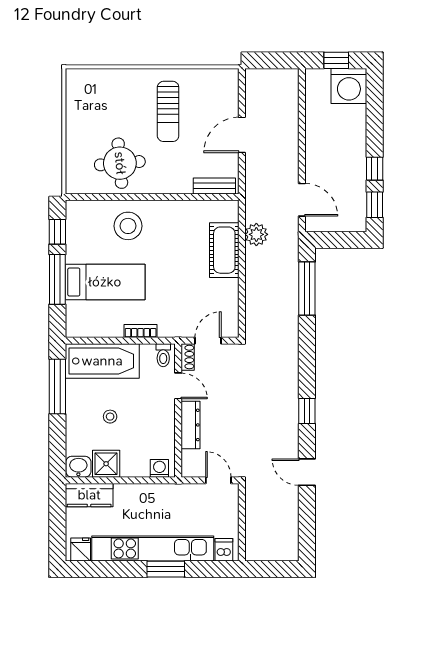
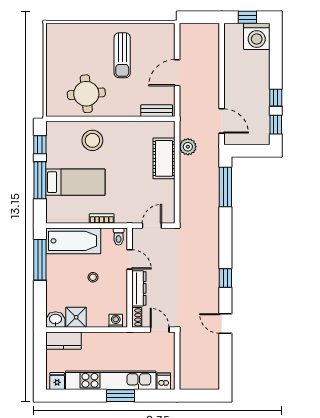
shoe rack: (188, 357) -> (137, 317), moved
stool: (110, 417) -> (93, 277), moved

